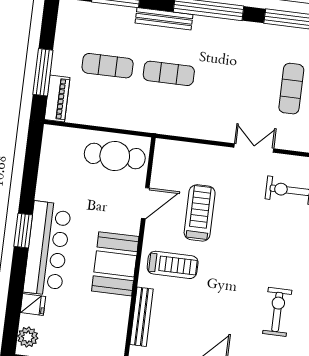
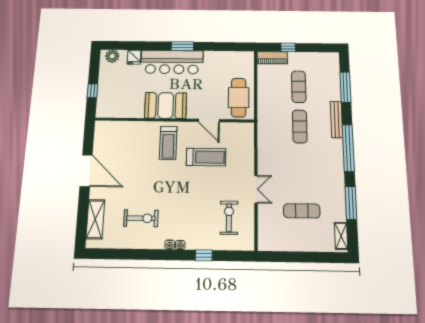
window: (43, 72) -> (288, 47), width x0.46
bench: (142, 317) -> (131, 126), removed

